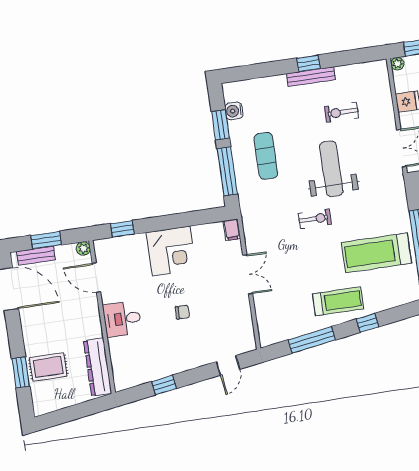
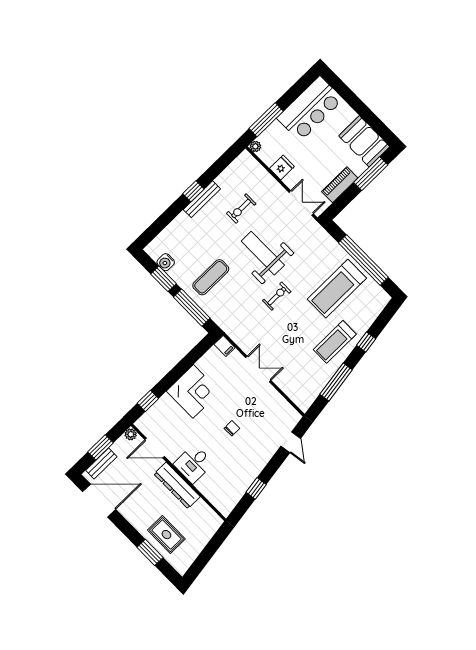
exercise mat: (266, 156) -> (211, 277), turned 90
treadmill: (338, 301) -> (335, 342), turned 180
rug: (48, 367) -> (166, 535), turned 90
dresser: (98, 367) -> (177, 485), moved

